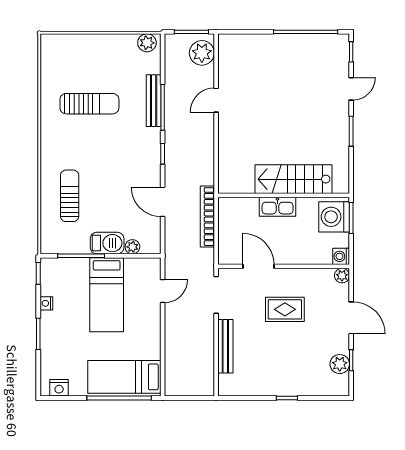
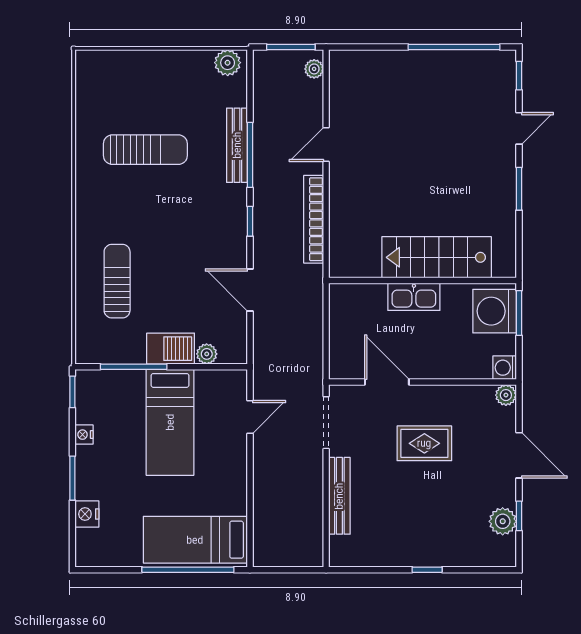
plant: (202, 53) -> (314, 69), width x0.53, depth x0.53
bookcase: (207, 217) -> (314, 219), moved
nightstand: (59, 388) -> (87, 514), moved, turned 90

